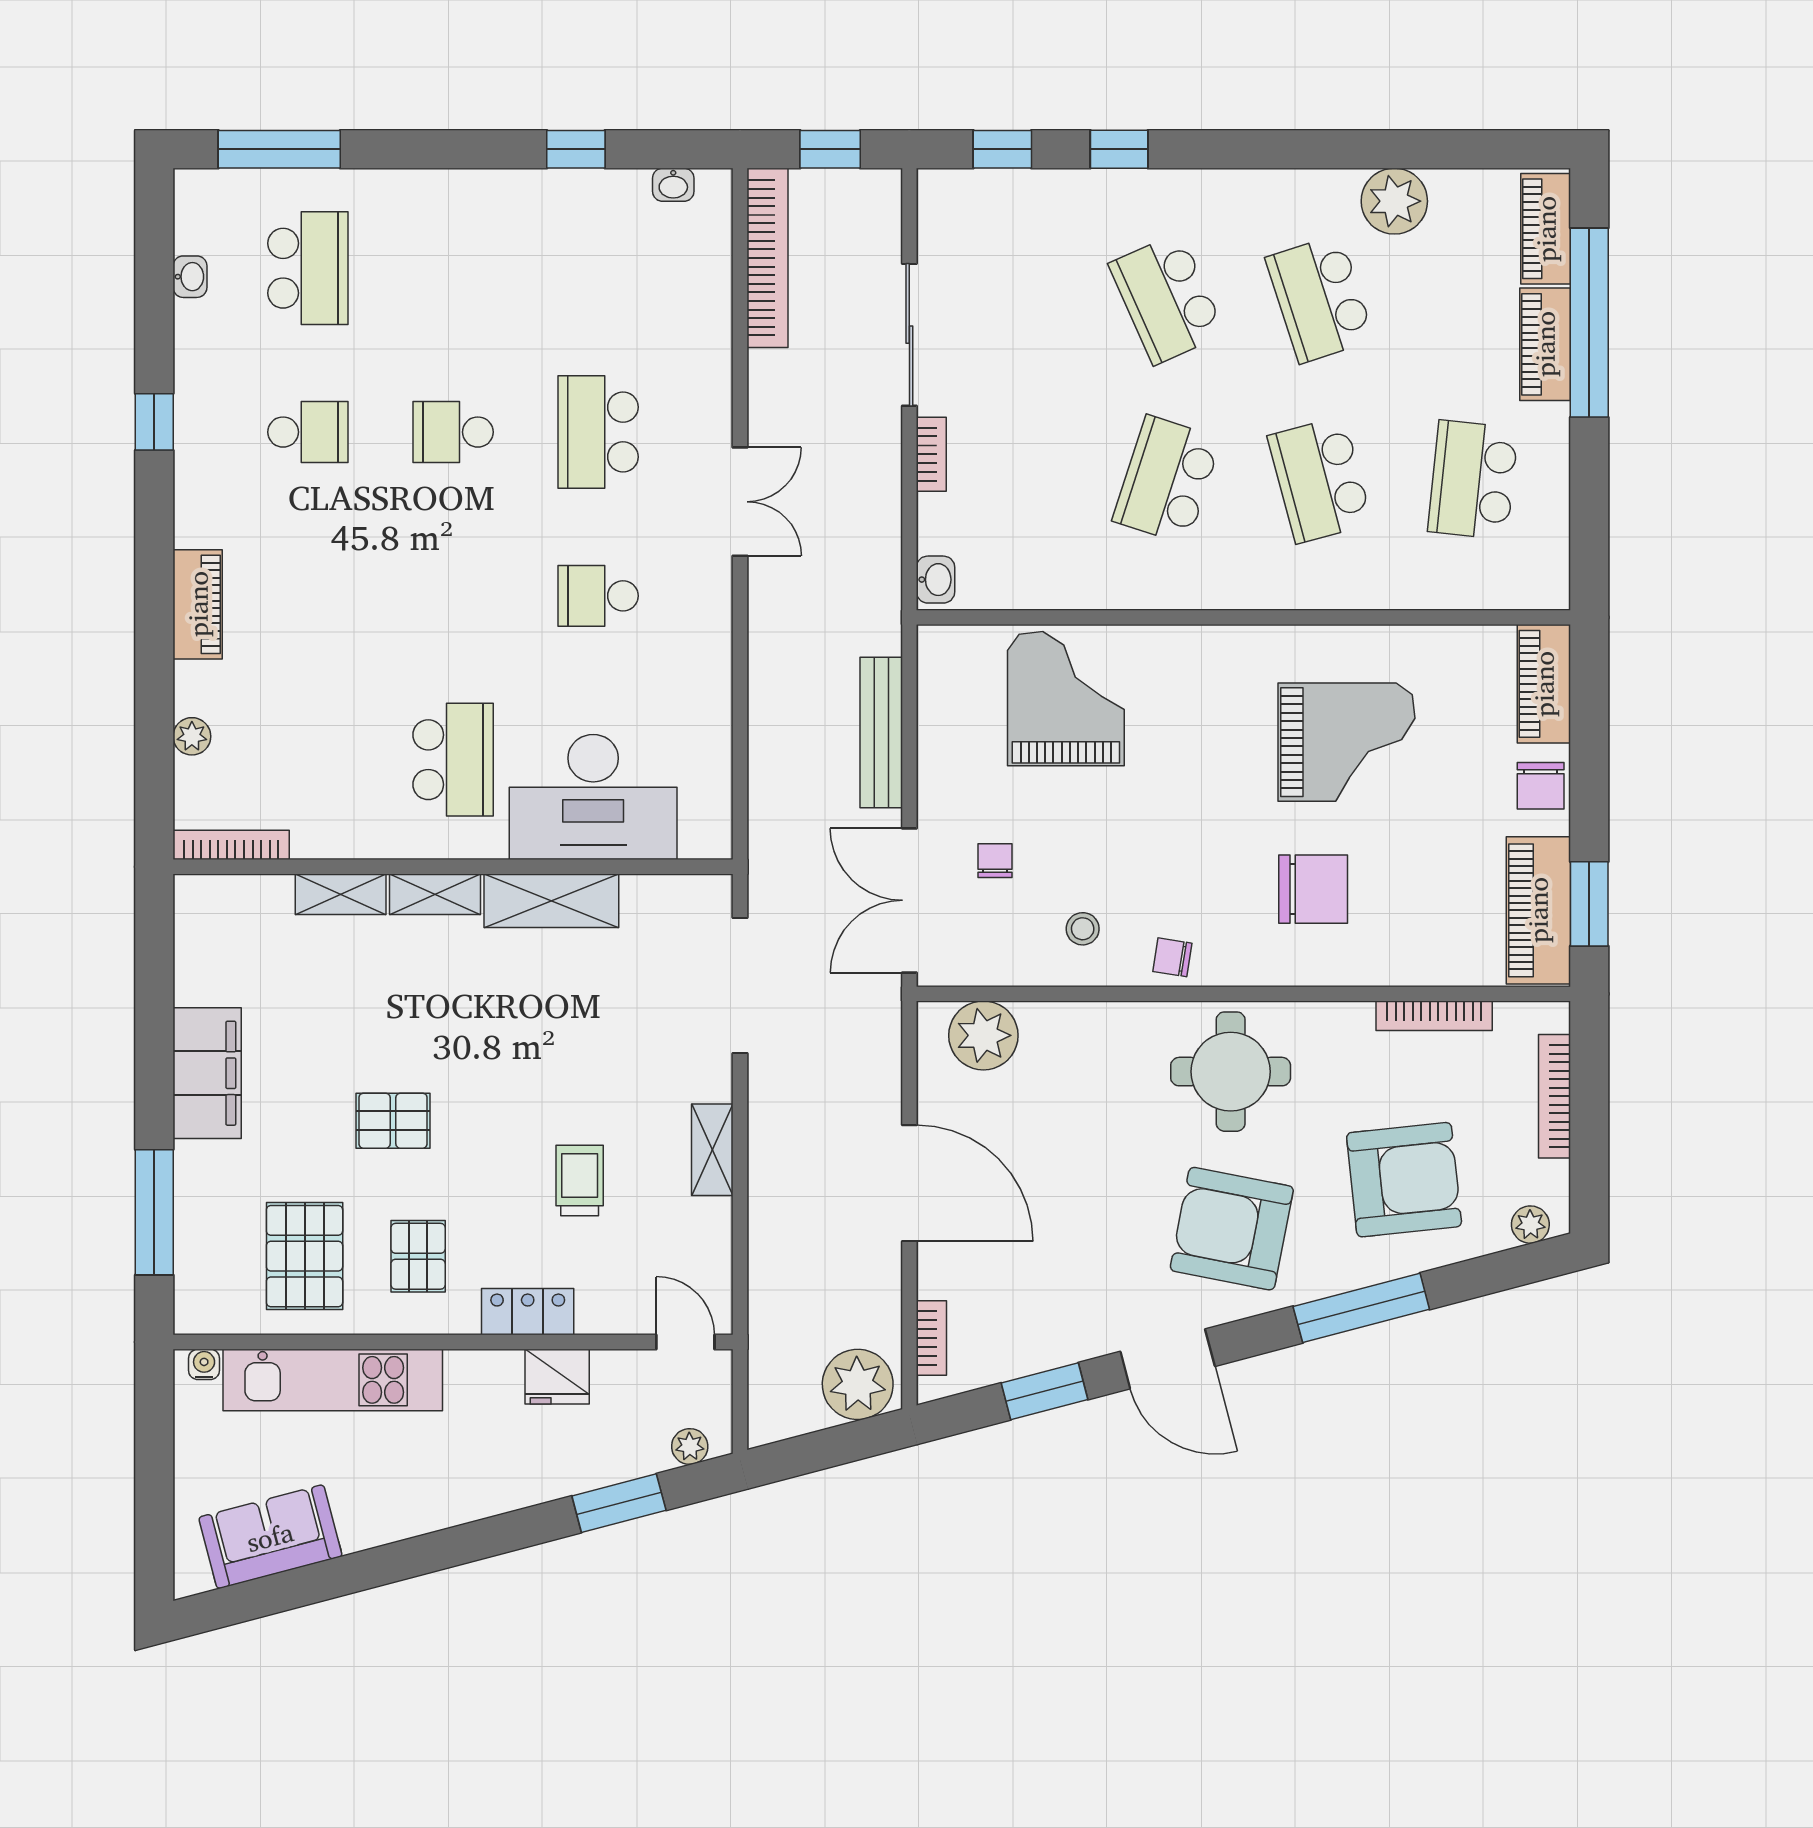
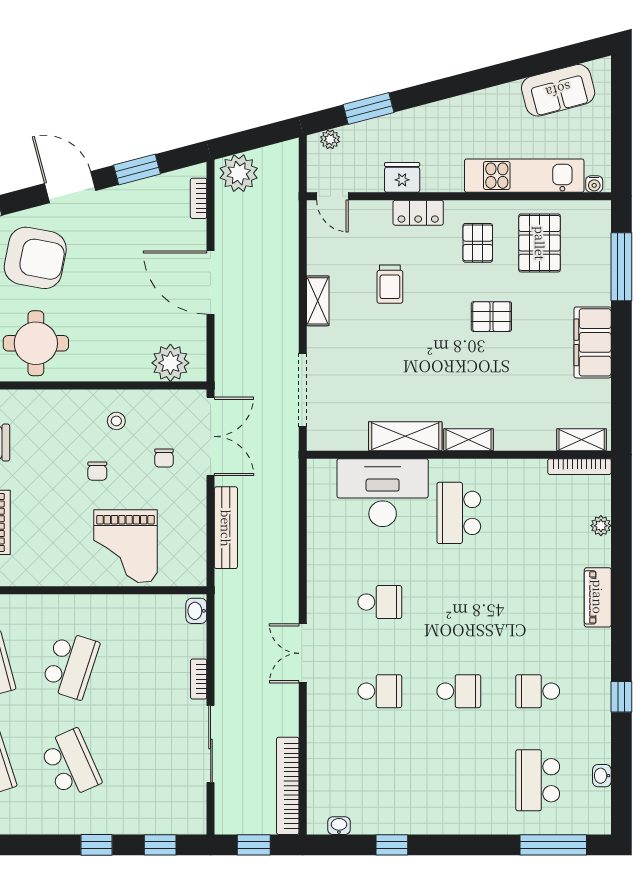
school desk: (598, 432) -> (380, 691), width x0.54
shelving: (341, 894) -> (582, 440), moved
chair: (1172, 957) -> (97, 471), moved, turned 81

